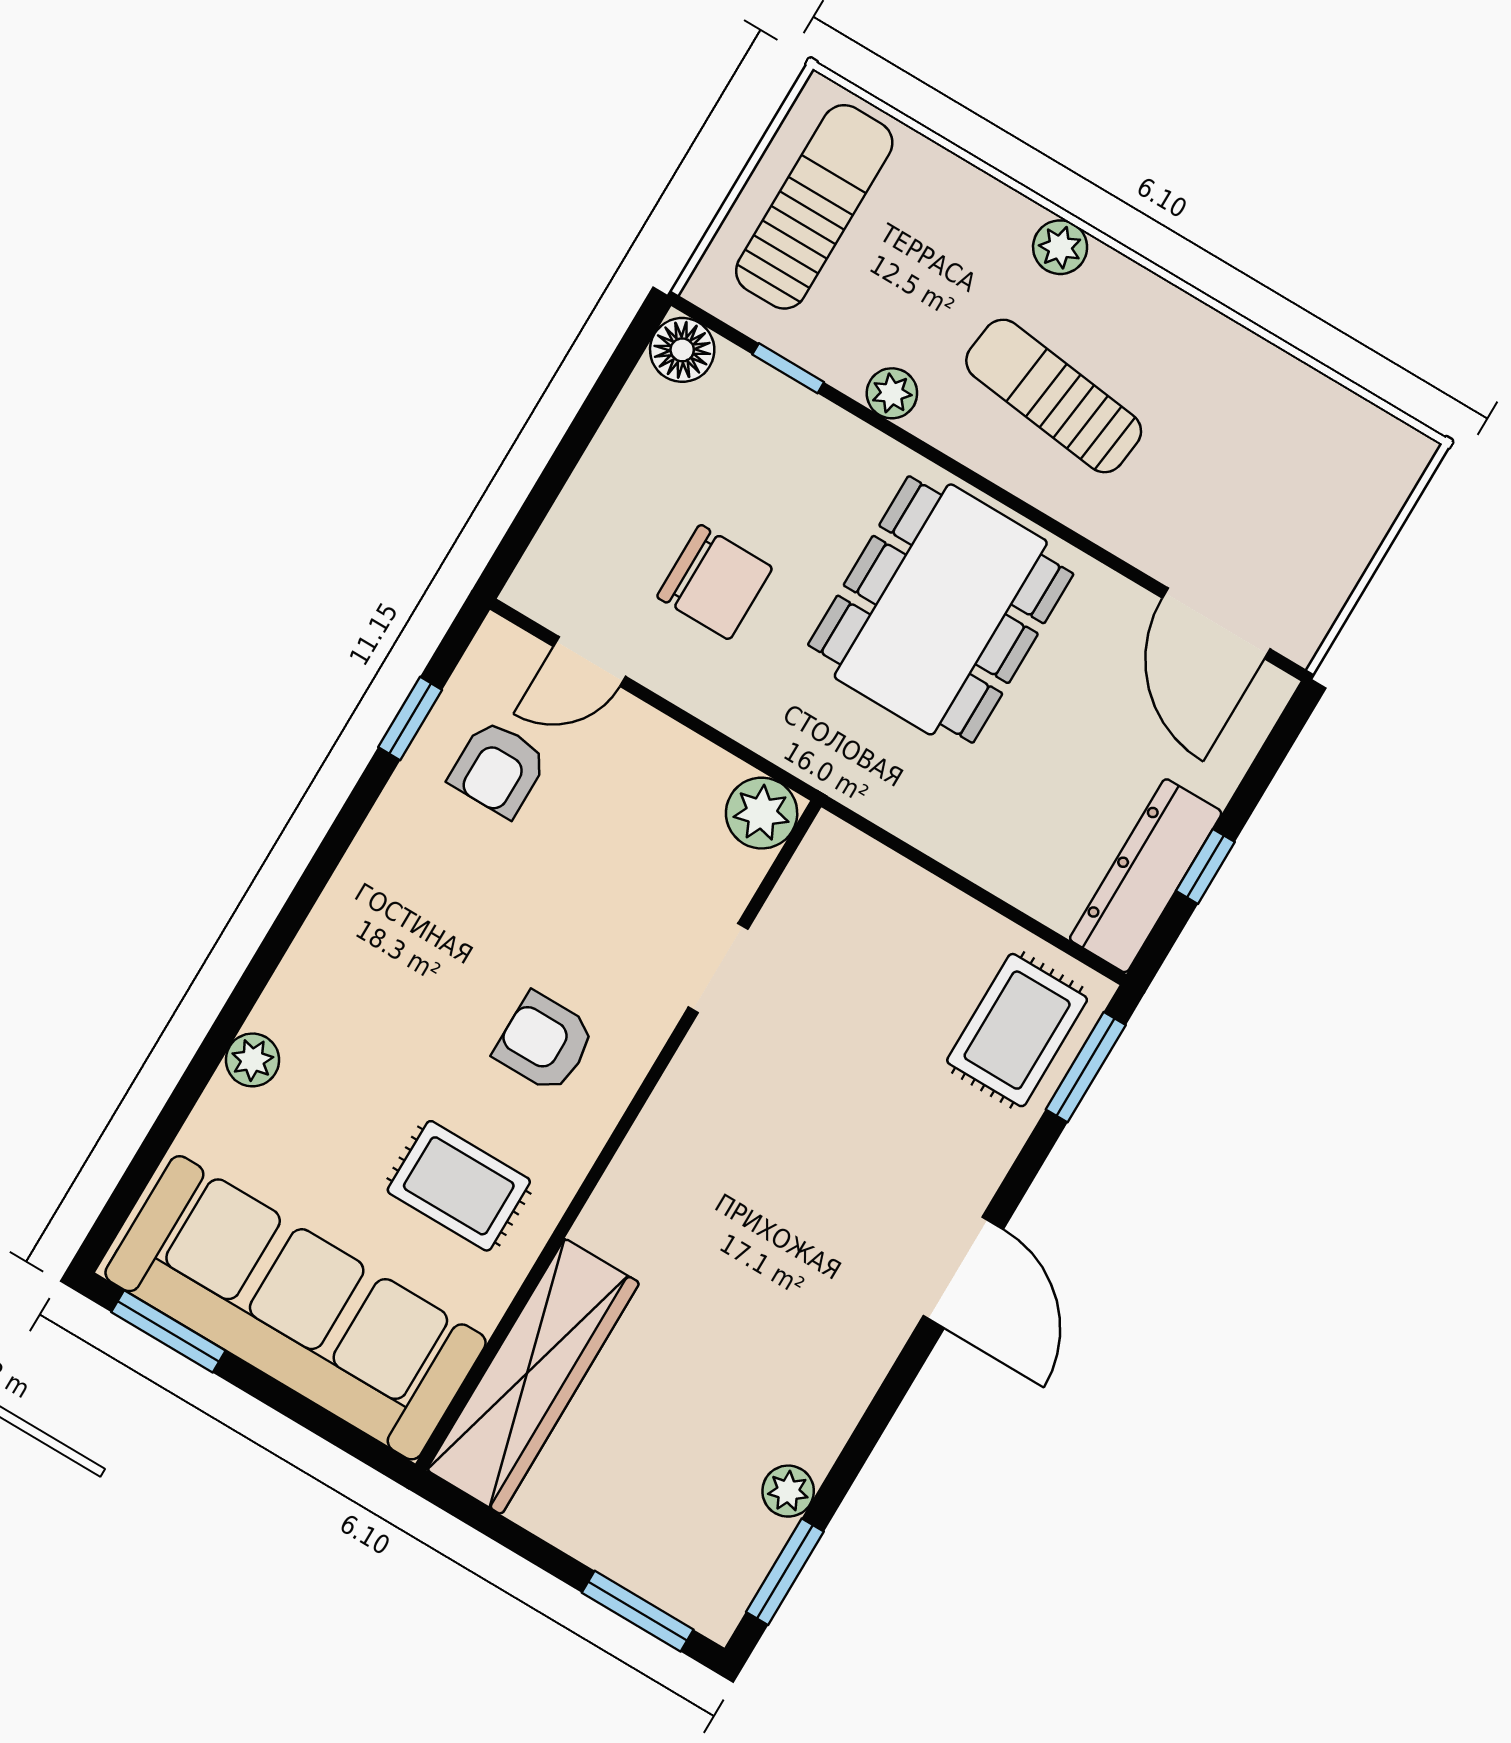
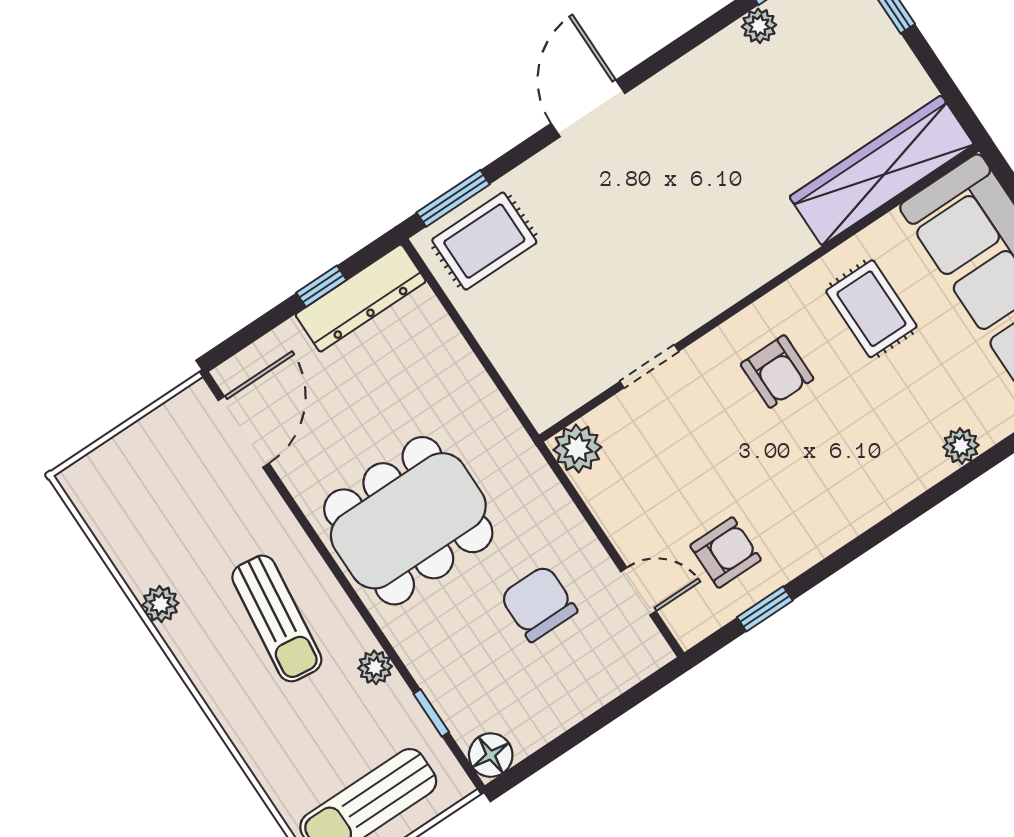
plant: (1060, 247) -> (160, 604), moved

